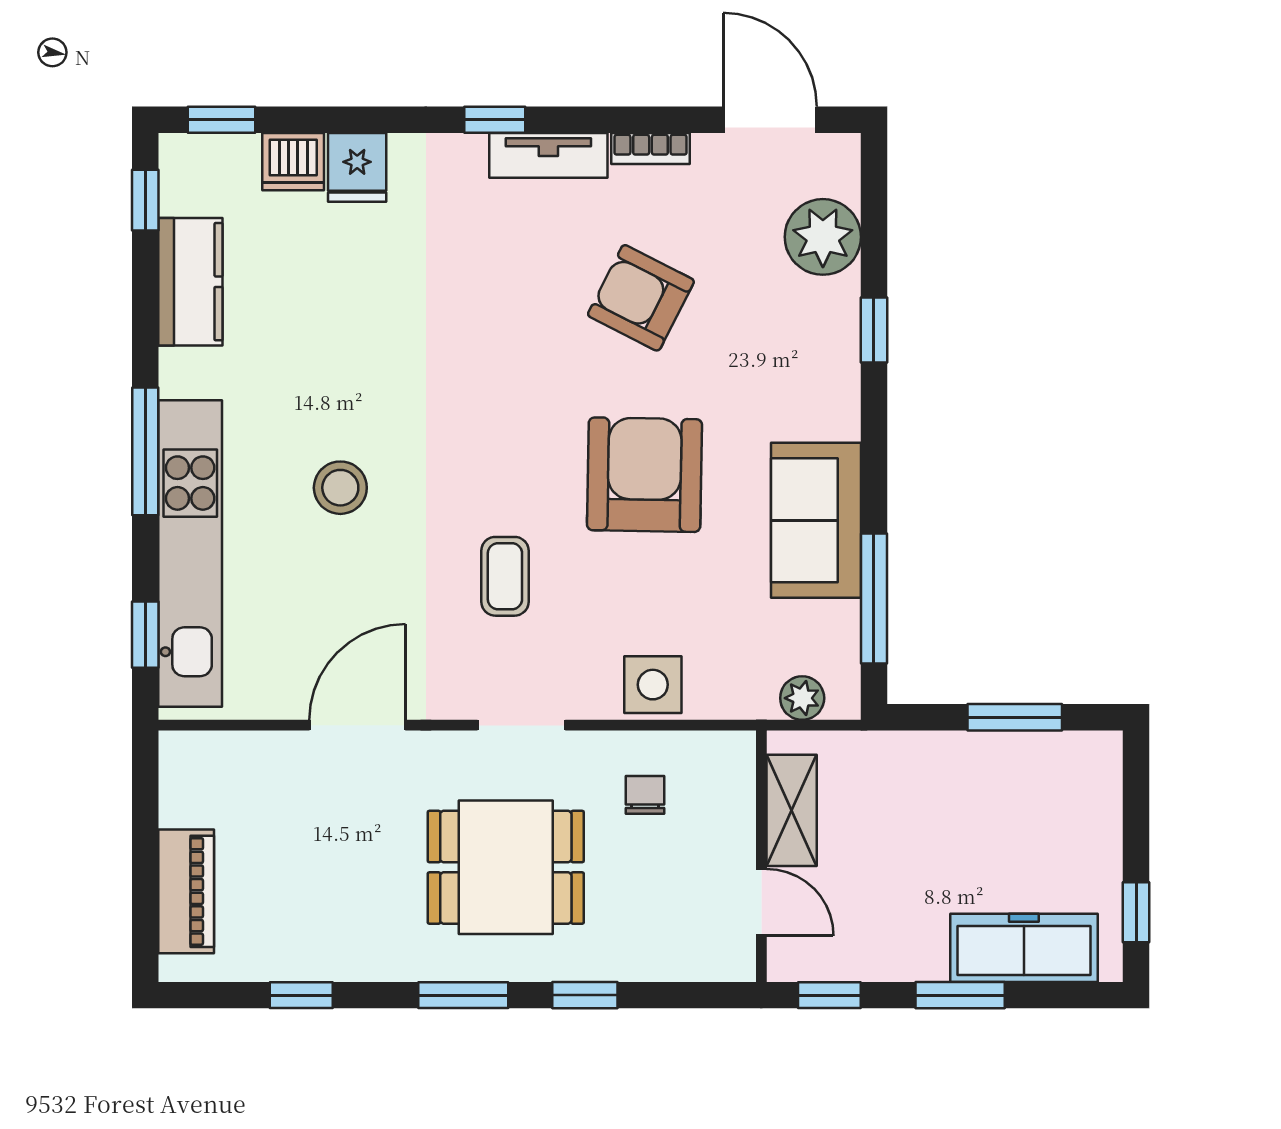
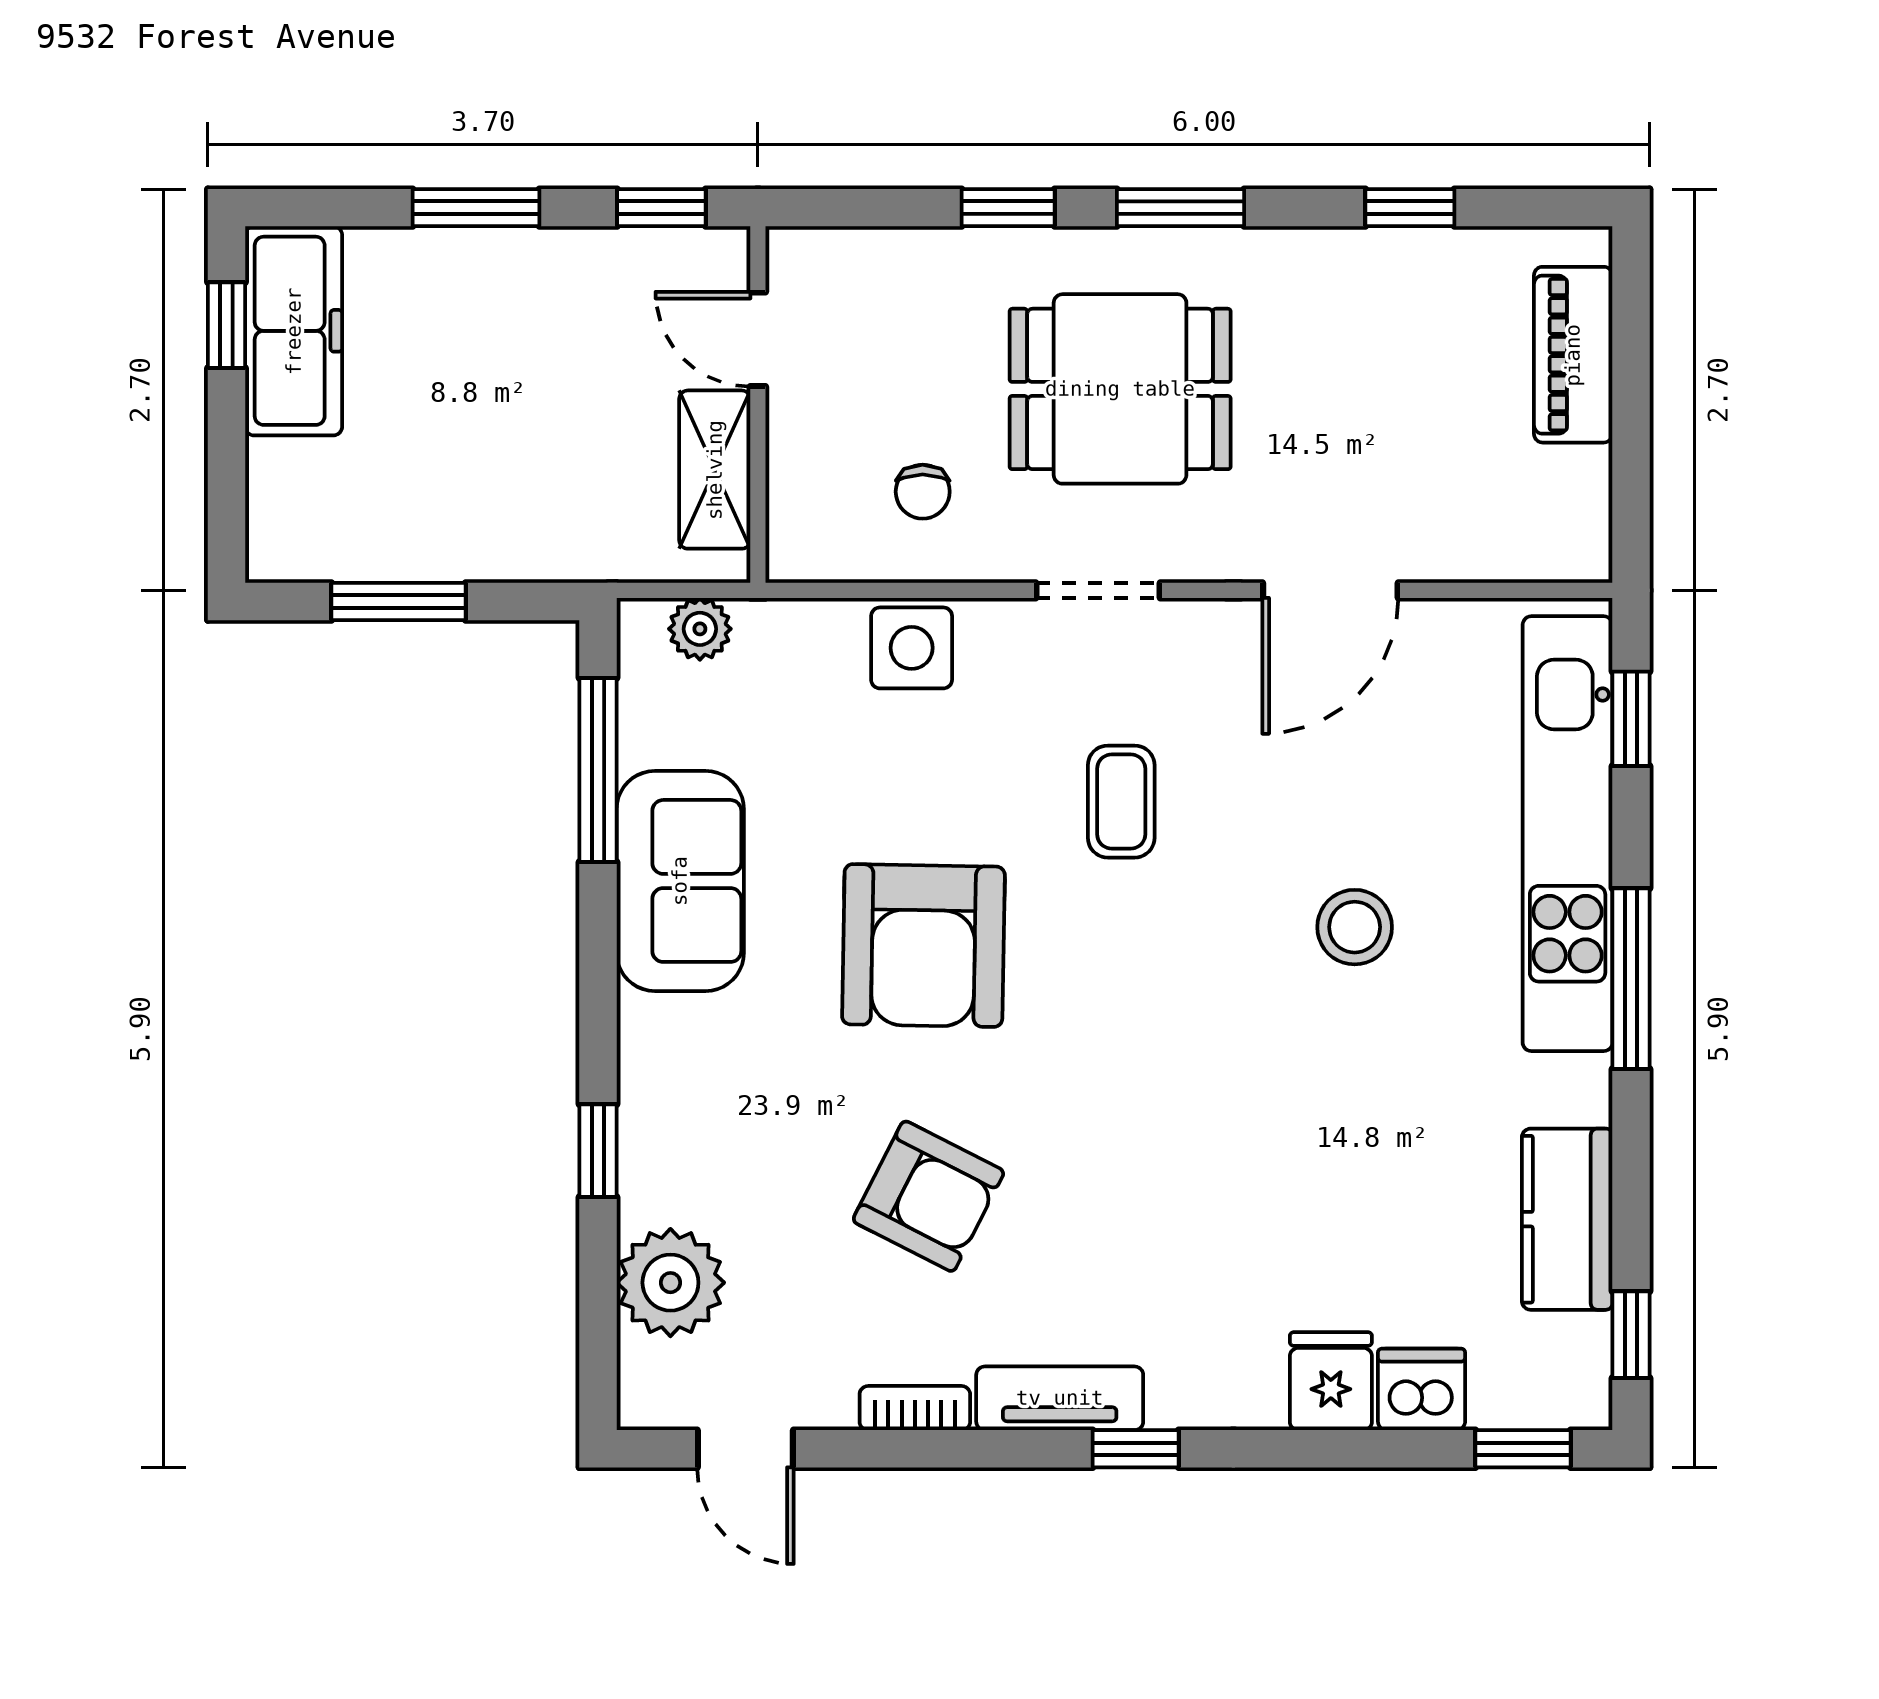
door: (770, 120) -> (745, 1449), width x0.73
freezer: (1024, 948) -> (294, 331), moved, turned -90

